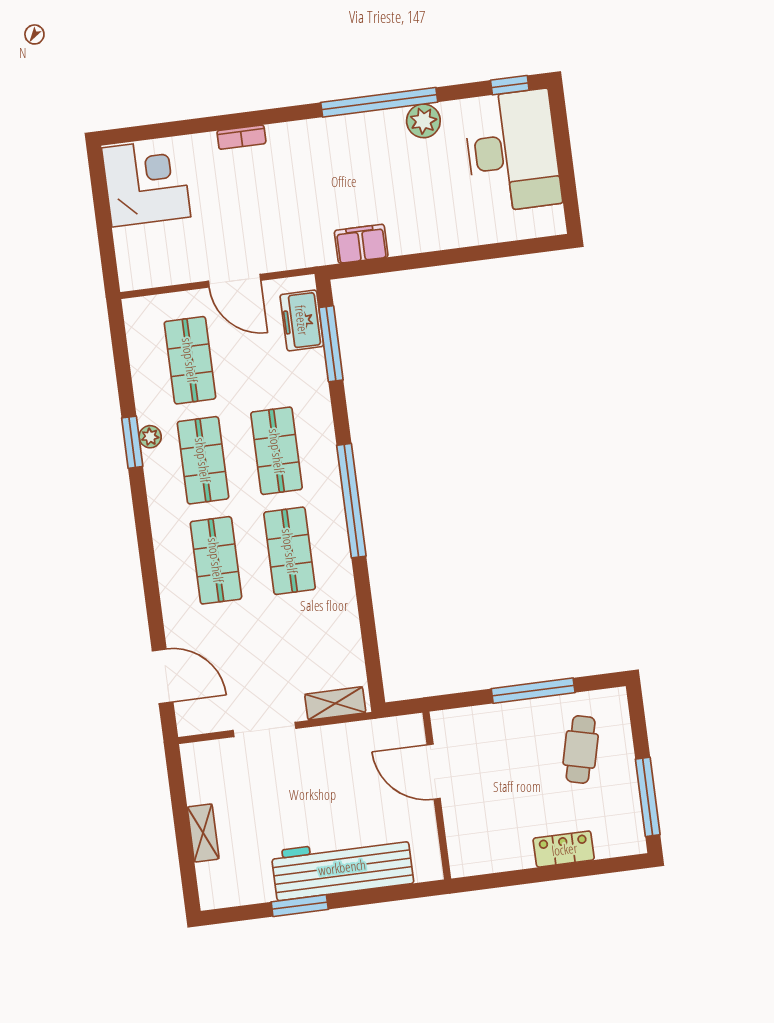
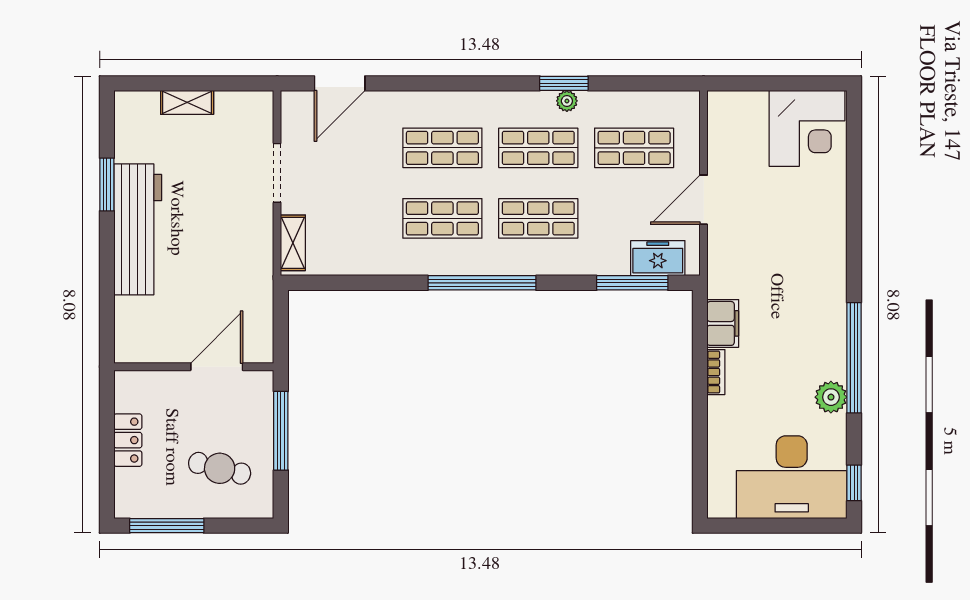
bookcase: (241, 137) -> (716, 372), moved, turned 180
door: (434, 772) -> (217, 367), moved
wall: (437, 796) -> (194, 367), moved

